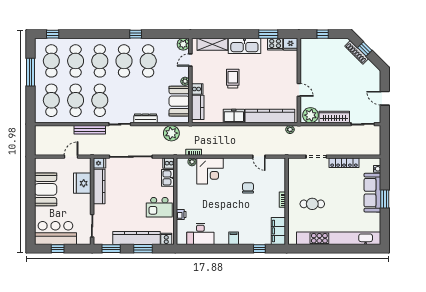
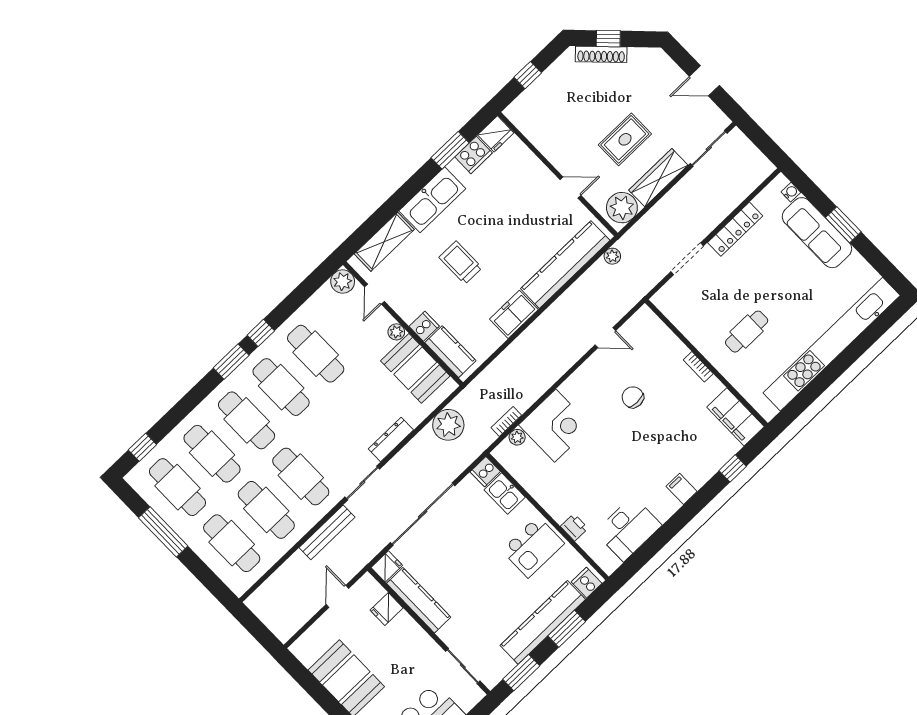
window: (115, 34) -> (231, 362), added
rug: (336, 92) -> (625, 139), added
fridge: (82, 183) -> (387, 609), width x0.53, depth x0.75

